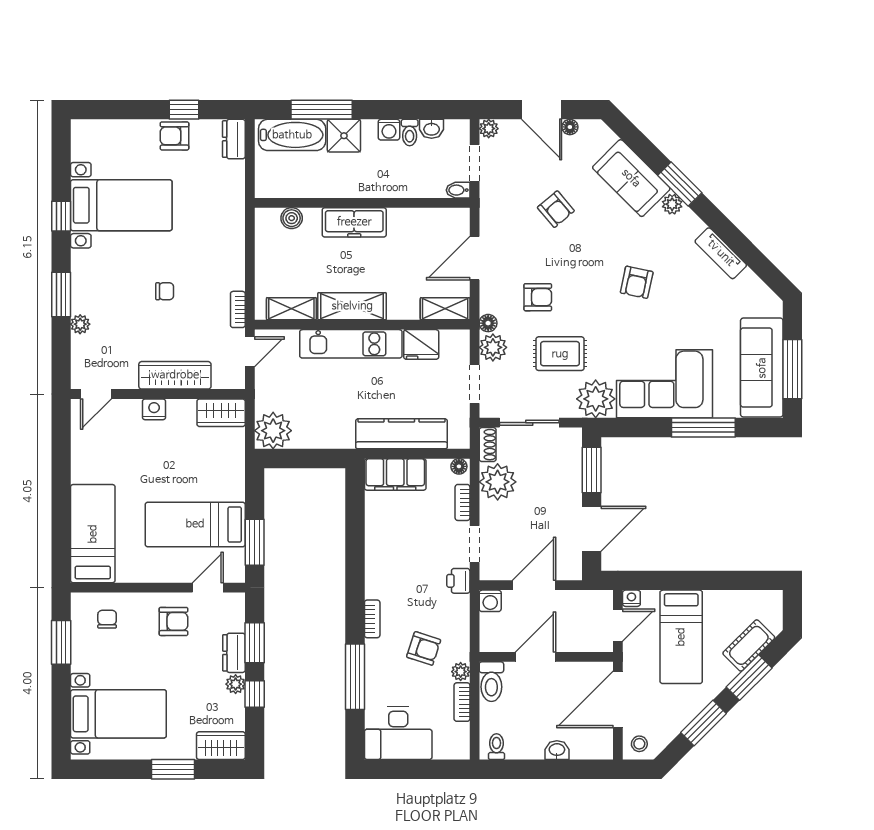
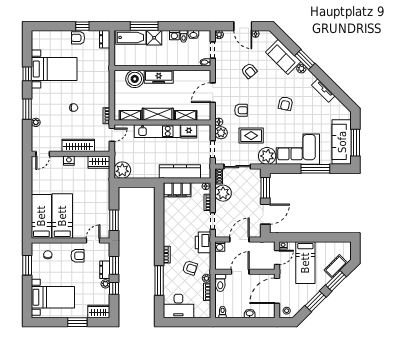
boiler: (292, 218) -> (135, 79), width x1.86, depth x1.86
shelving: (445, 309) -> (186, 115), moved
bed: (195, 524) -> (62, 216), moved, turned 90
printer: (458, 581) -> (203, 242), width x1.87, depth x1.48

